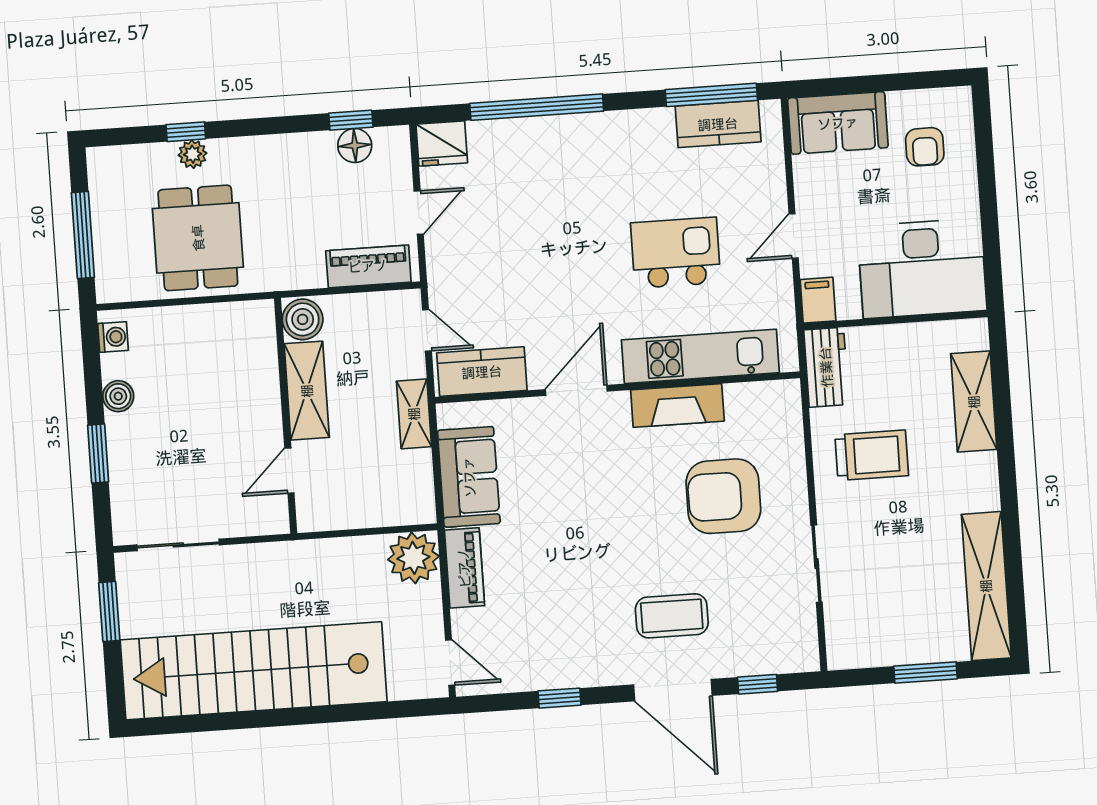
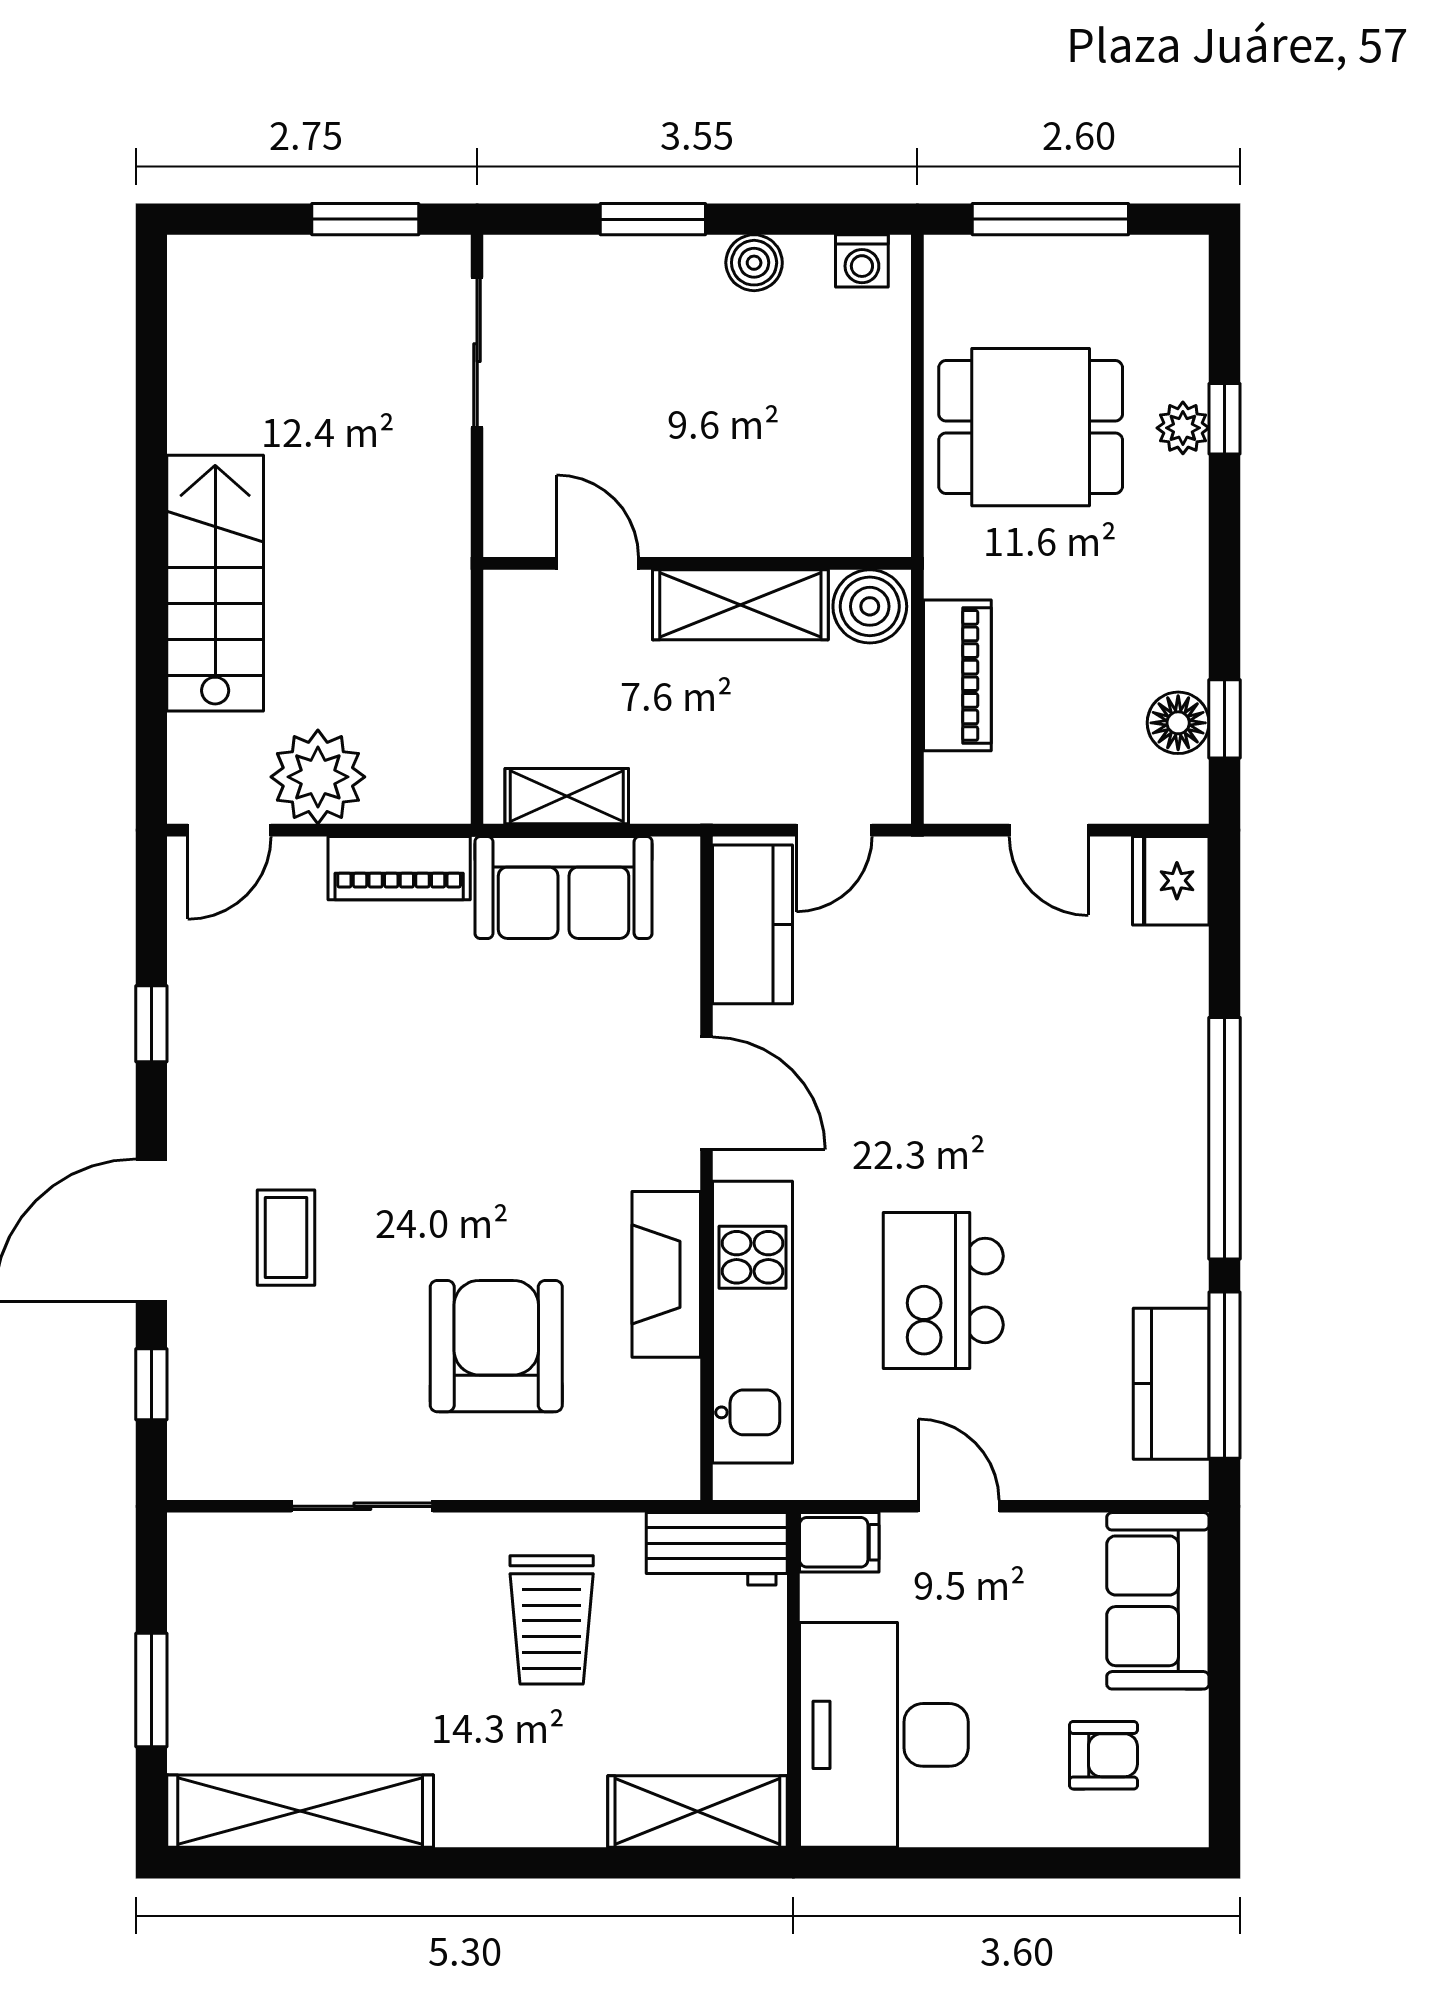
window: (537, 107) -> (1224, 1138), moved
armchair: (925, 147) -> (1103, 1755), turned 180
kitchen island: (676, 253) -> (943, 1290), turned 180
piano: (368, 266) -> (957, 675), moved
shelving: (974, 402) -> (697, 1812), moved
shelving: (414, 414) -> (567, 796), moved
plant: (413, 558) -> (318, 777), moved
coffee table: (672, 616) -> (286, 1238), width x0.73, depth x0.77
stairs: (254, 671) -> (215, 583), width x0.54, depth x0.66

